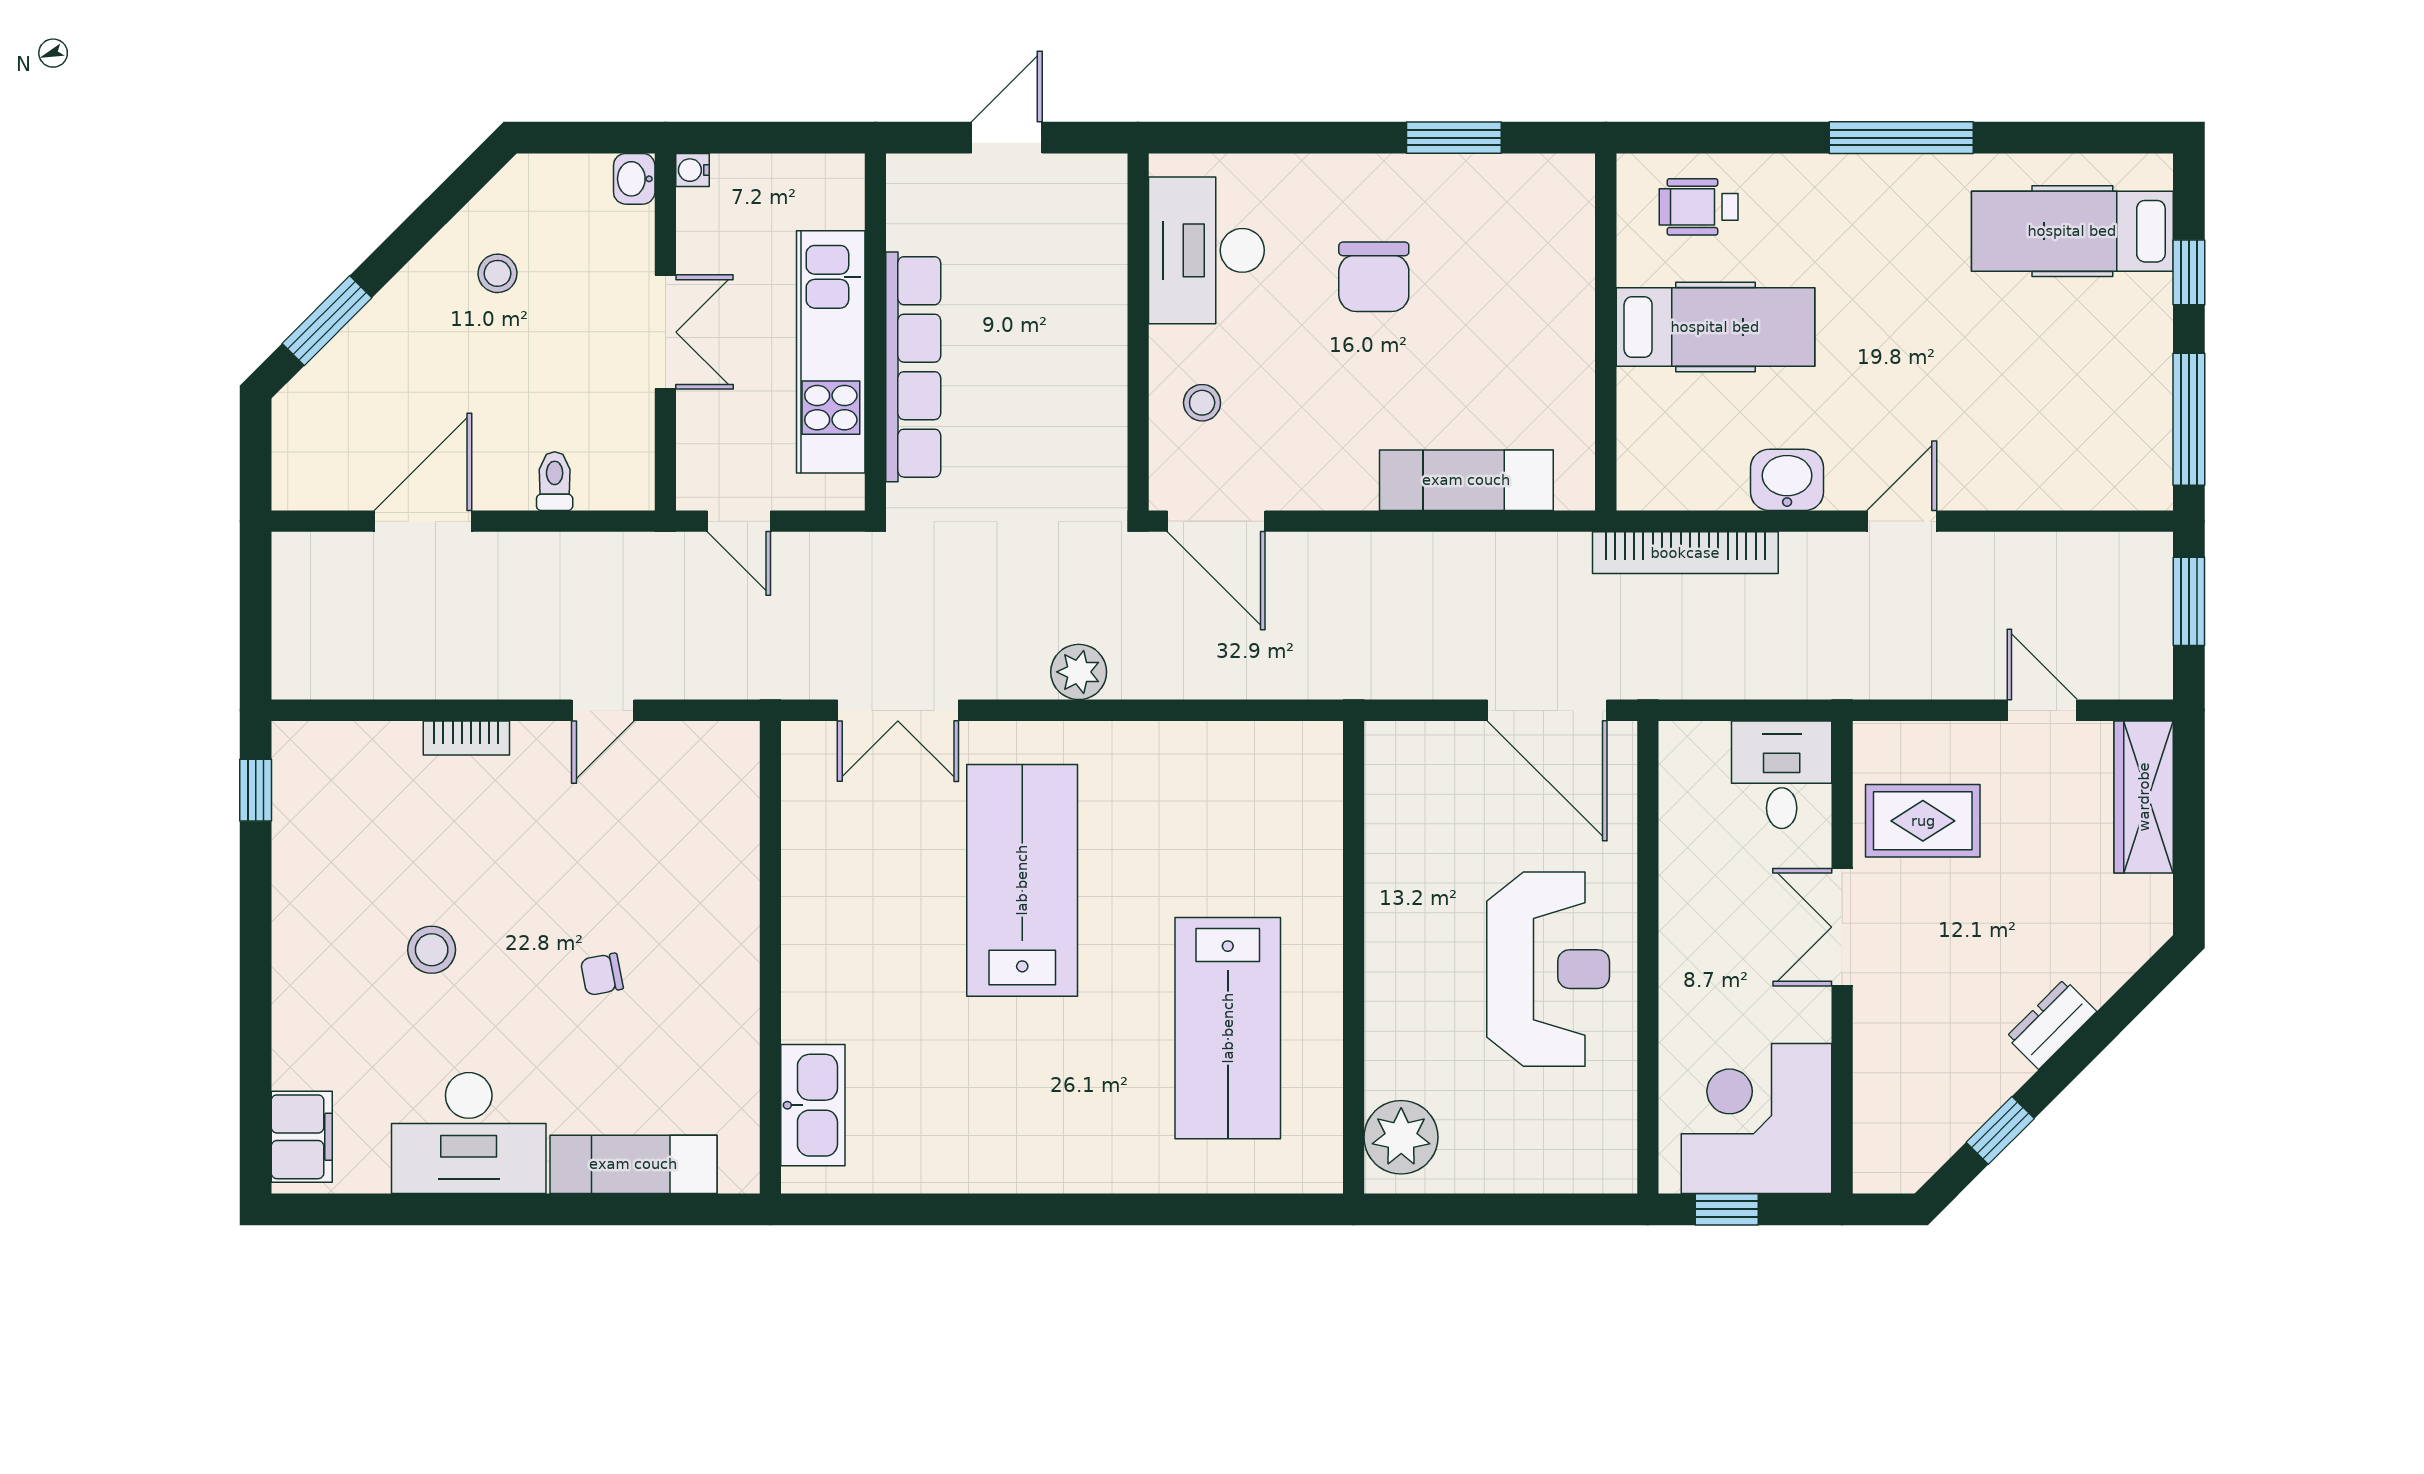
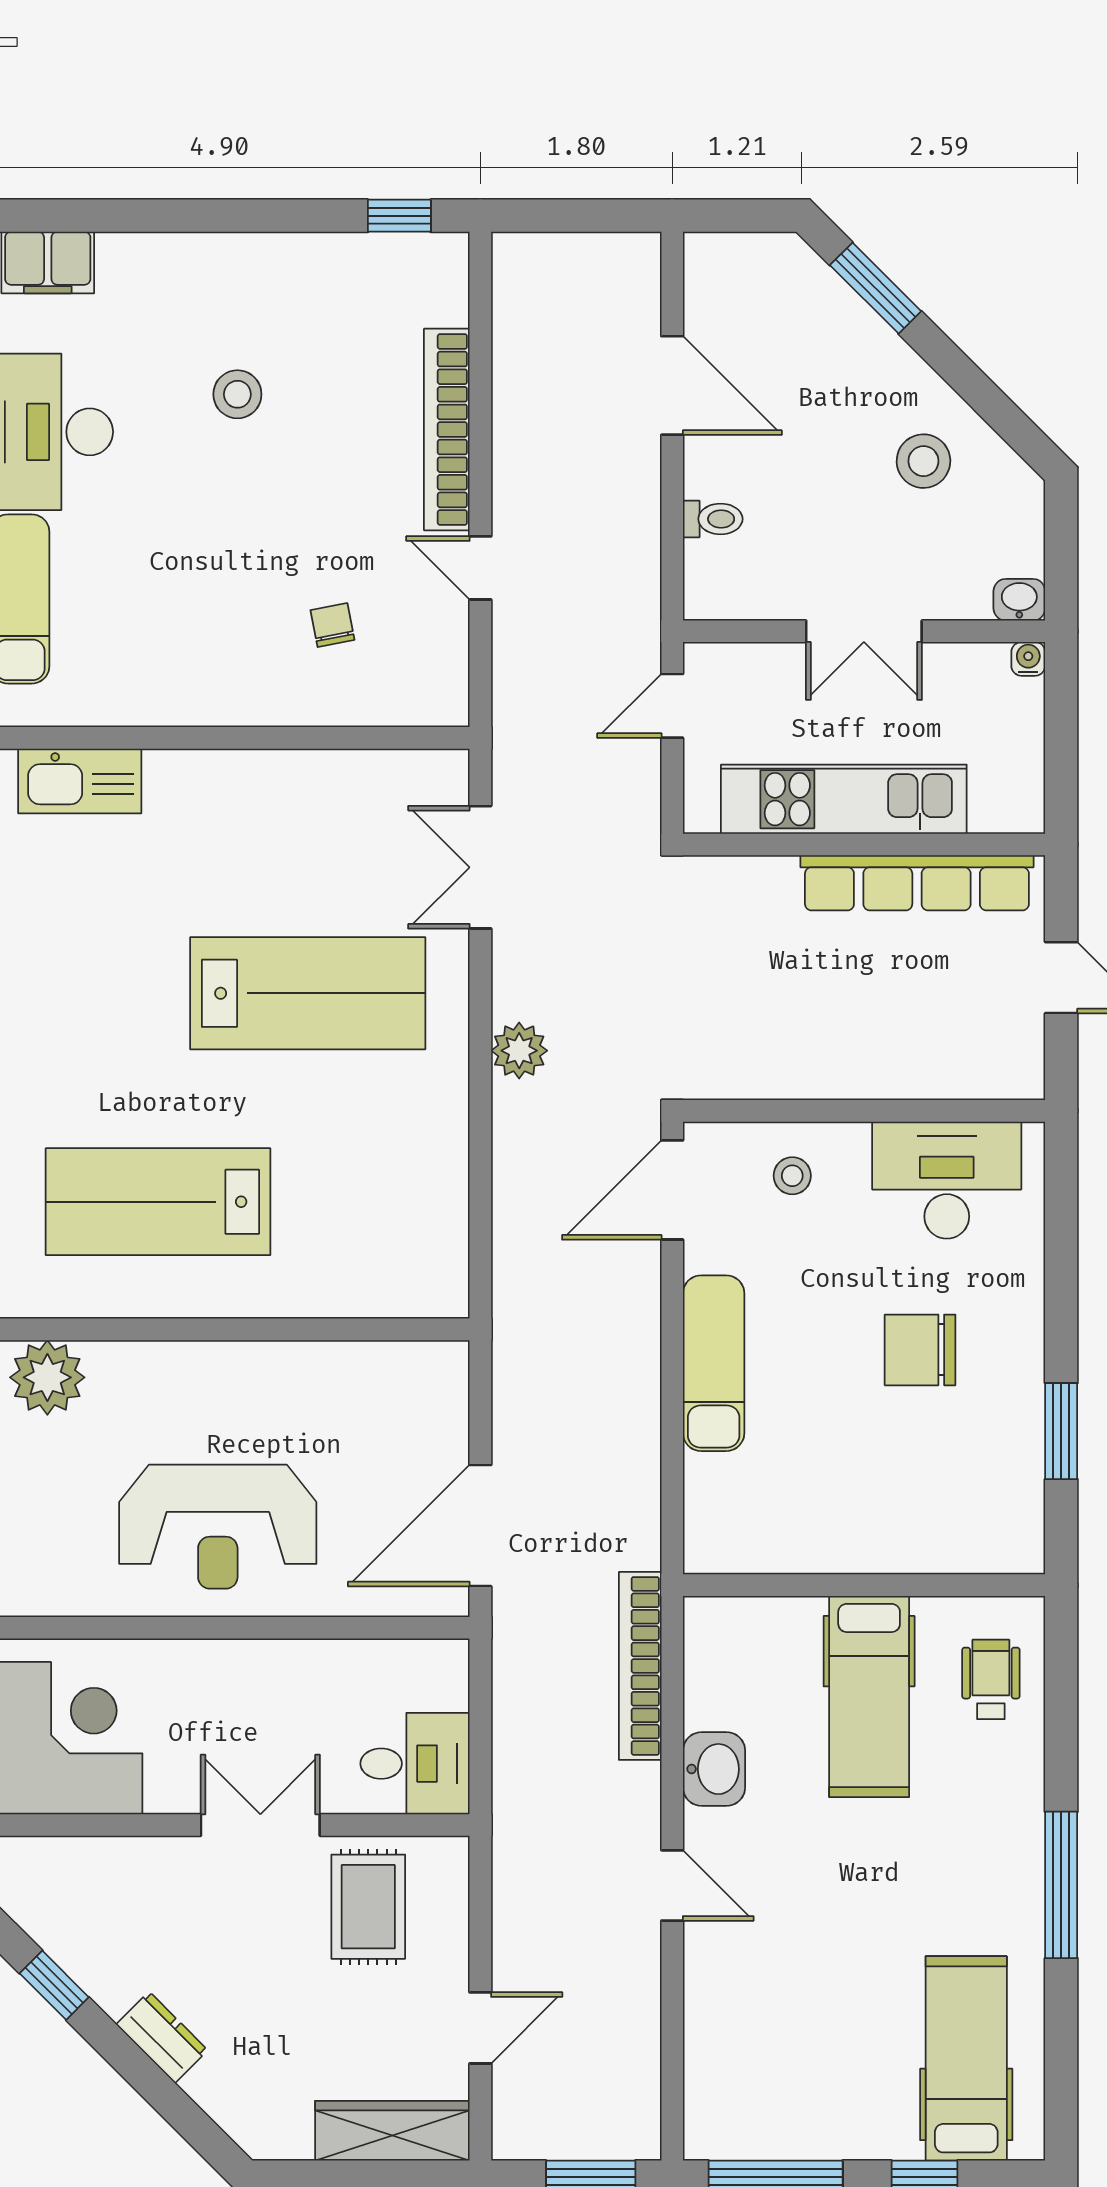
stool: (497, 273) -> (923, 461), width x1.37, depth x1.37
row of seats: (913, 367) -> (917, 883), moved
exam couch: (1466, 480) -> (714, 1363), moved
bookcase: (466, 738) -> (447, 429), width x2.31, depth x1.31
chair: (602, 974) -> (332, 625), moved

